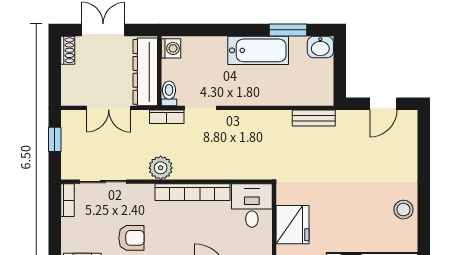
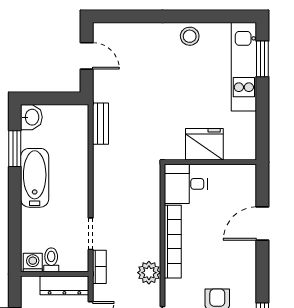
dresser: (145, 72) -> (64, 285), width x0.73, depth x0.80
toilet: (169, 93) -> (51, 260), moved, turned 90

